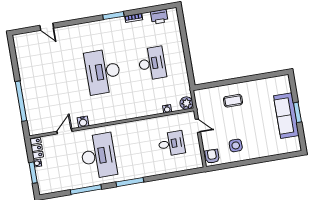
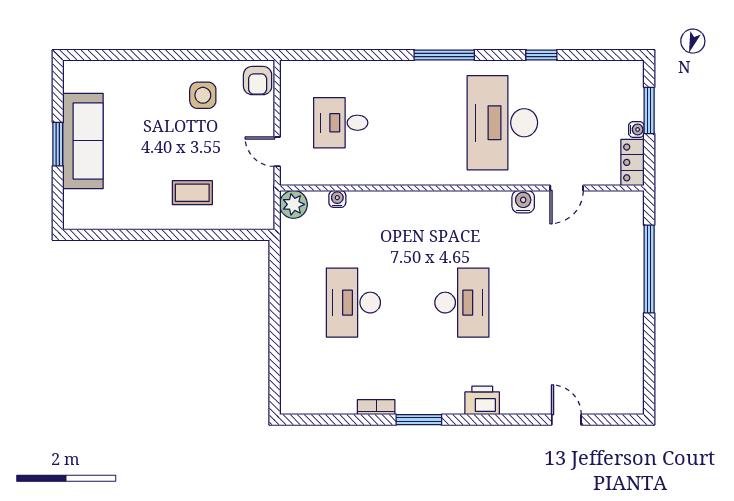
printer: (159, 17) -> (482, 400), moved
desk: (103, 72) -> (462, 303), width x0.73, depth x0.77
window: (86, 189) -> (541, 55), width x0.46

